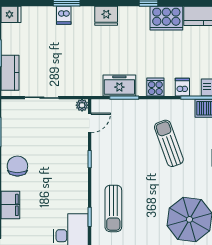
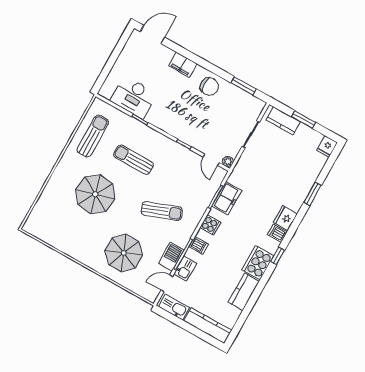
dishwasher: (64, 15) -> (277, 233), moved
sun lounger: (113, 208) -> (133, 160), moved

